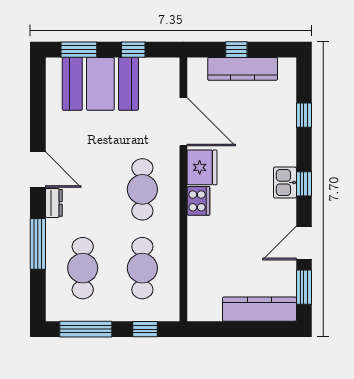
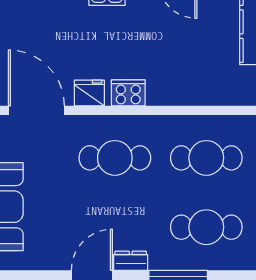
door: (183, 122) -> (36, 110), hinge flipped
fridge: (202, 167) -> (89, 93), width x0.73, depth x0.75

